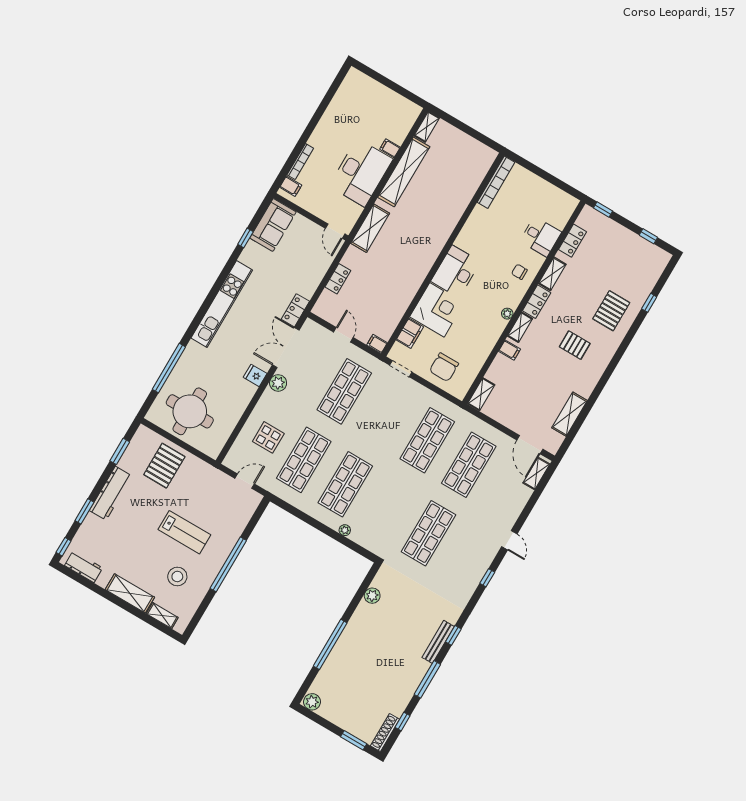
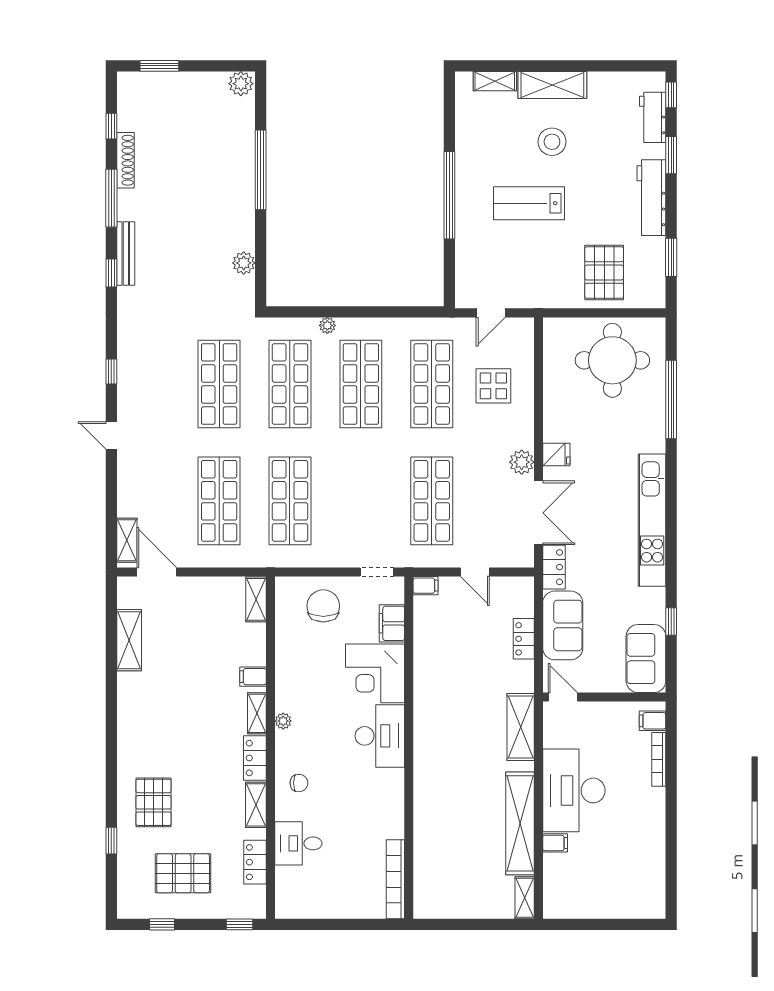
sofa: (310, 273) -> (563, 625), added
pallet: (575, 345) -> (183, 873), moved, width x1.50, depth x1.42
shop shelf: (387, 509) -> (290, 384), added
workbench: (84, 567) -> (653, 117), moved, turned 90
stool: (177, 577) -> (552, 142), moved
shoe rack: (385, 732) -> (125, 160), moved

